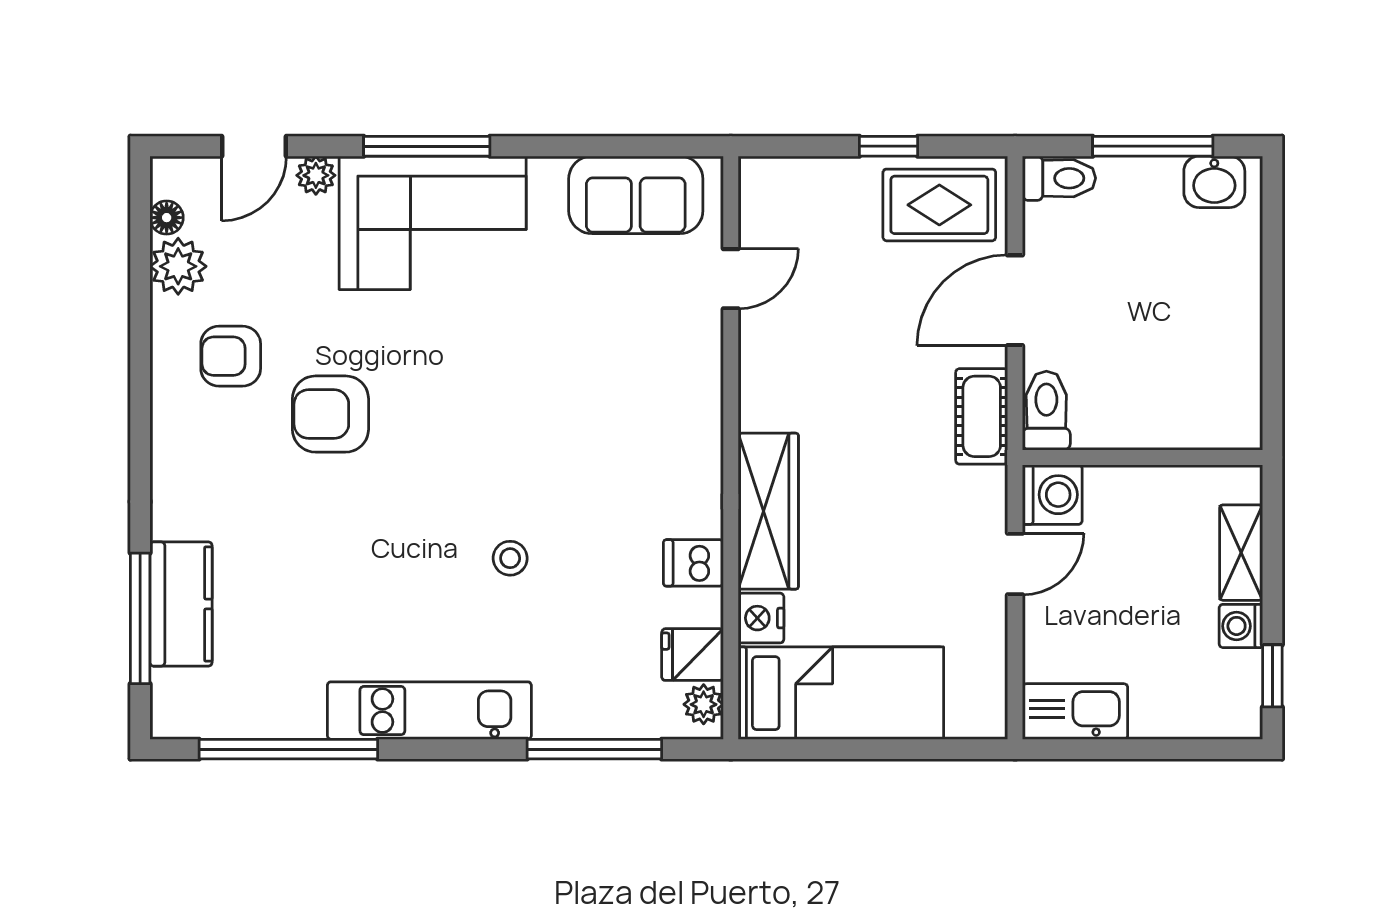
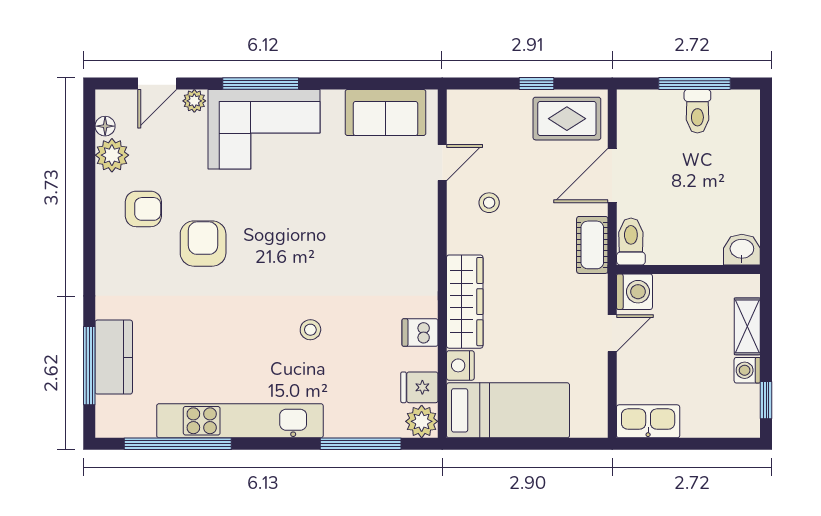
toilet: (1059, 178) -> (697, 111), moved, turned 90
washbasin: (1214, 182) -> (742, 250), moved, turned 180
stool: (809, 346) -> (489, 203), added
armchair: (231, 356) -> (143, 209), turned 180
armchair: (330, 414) -> (203, 244), turned 90
plant: (704, 704) -> (422, 421), width x1.38, depth x1.38
kitchen unit: (429, 711) -> (240, 421), width x1.36

